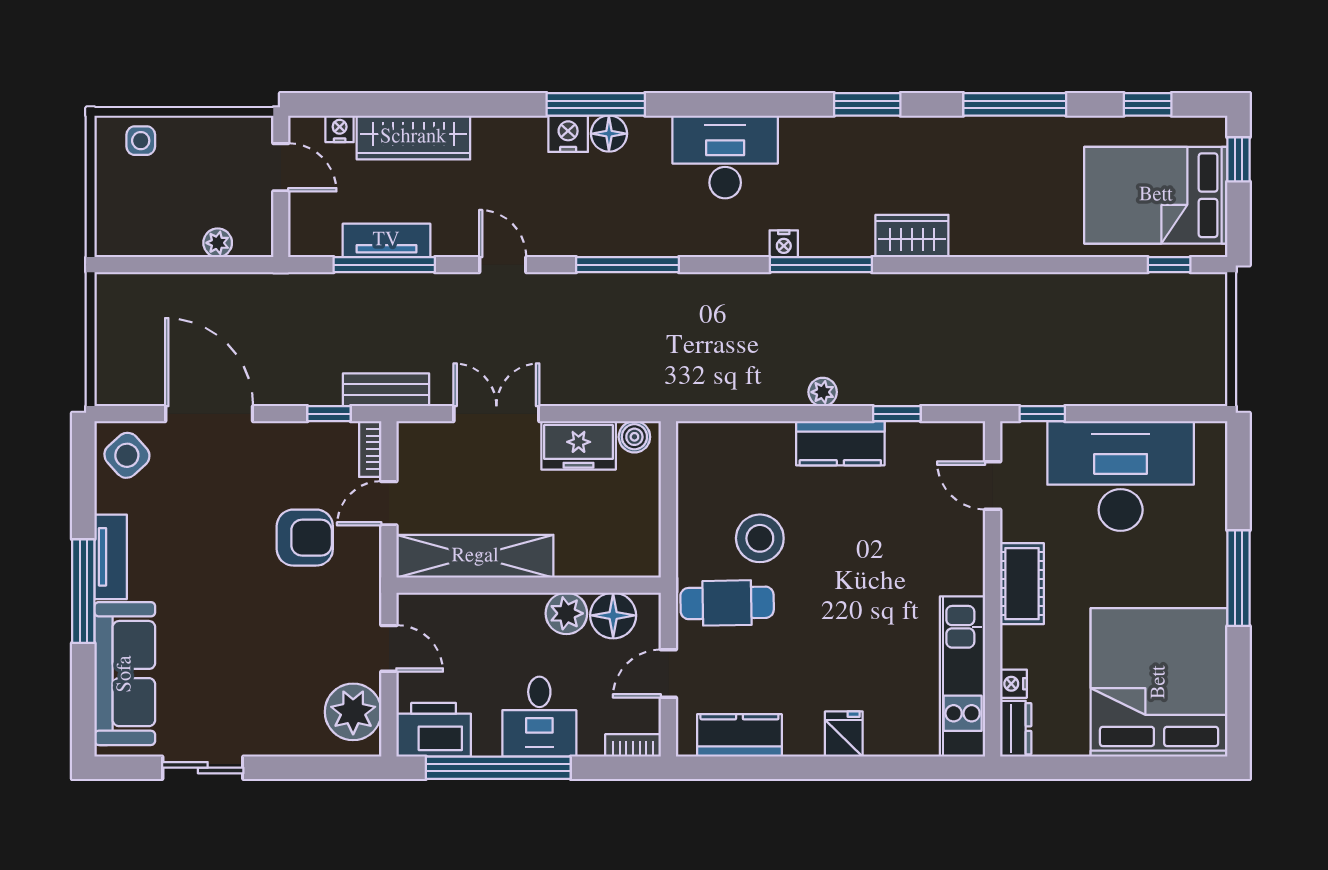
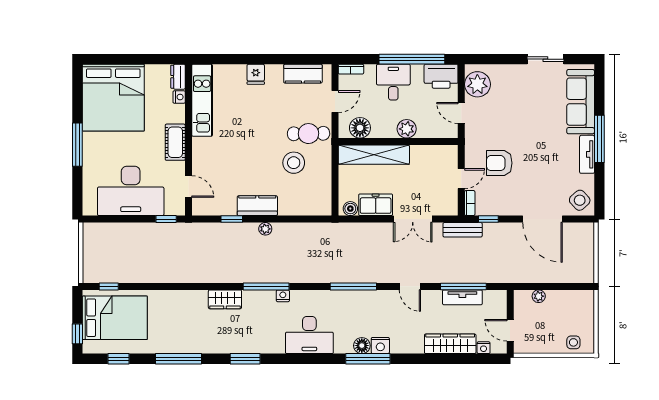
shelving: (475, 556) -> (374, 155), moved
plant: (566, 613) -> (407, 129), moved

